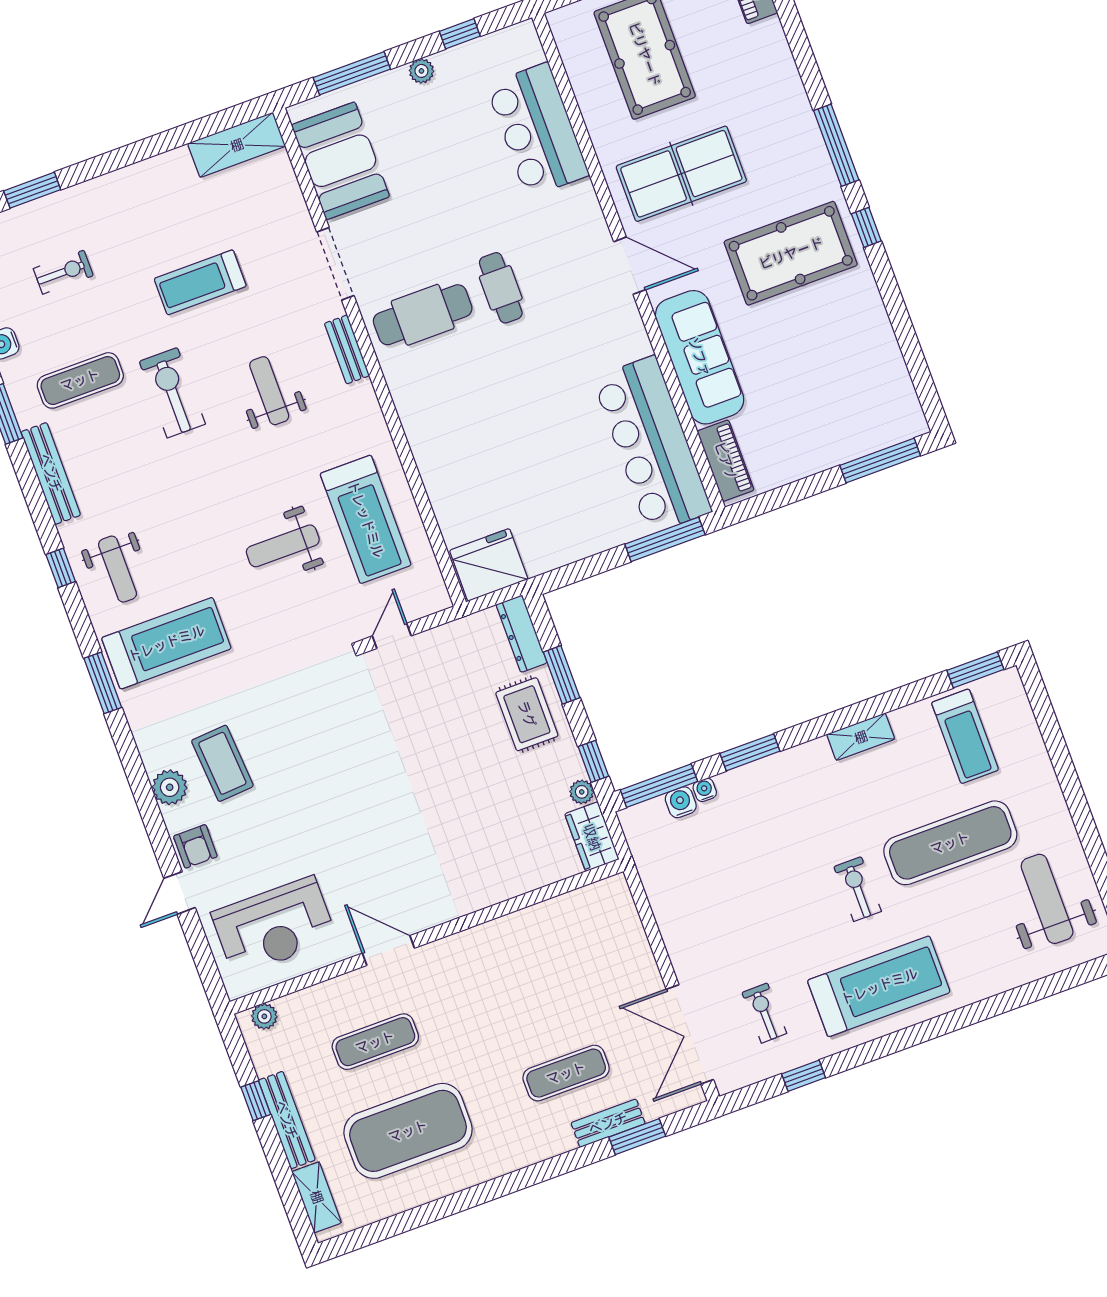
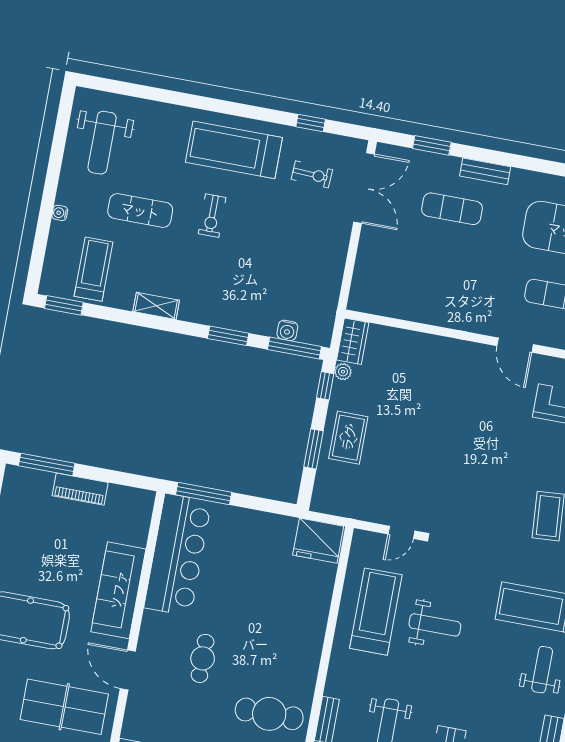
cafe table: (501, 288) -> (203, 658), moved
piano: (726, 461) -> (80, 489), moved, turned -90
dresser: (522, 634) -> (323, 488), removed
water cooler: (705, 790) -> (60, 213), moved, turned 90
exercise mat: (950, 843) -> (140, 210), width x0.73, depth x0.69
exercise bike: (764, 1013) -> (312, 174), turned -86
bench: (608, 1123) -> (485, 171), moved

